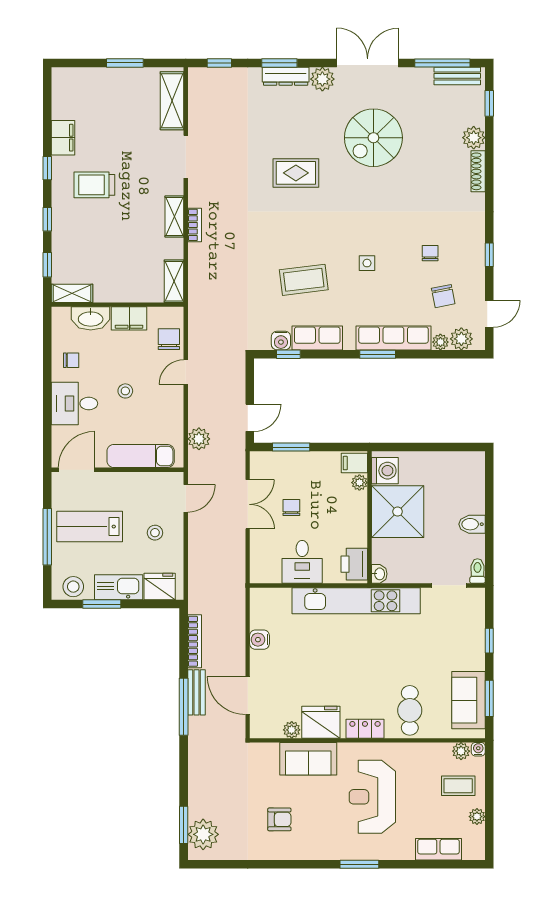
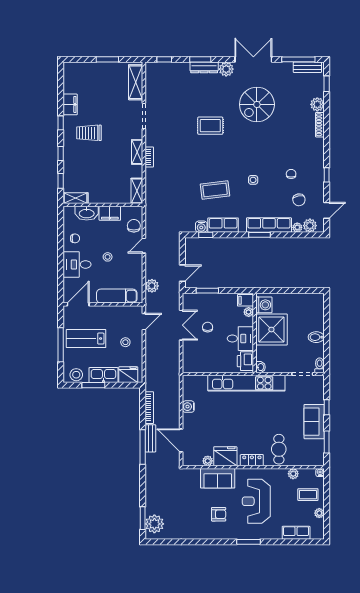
desk: (302, 562) -> (240, 339), moved, turned -90
sofa: (469, 700) -> (314, 422), moved
plant: (461, 751) -> (293, 474), moved
armchair: (279, 819) -> (219, 514), moved

